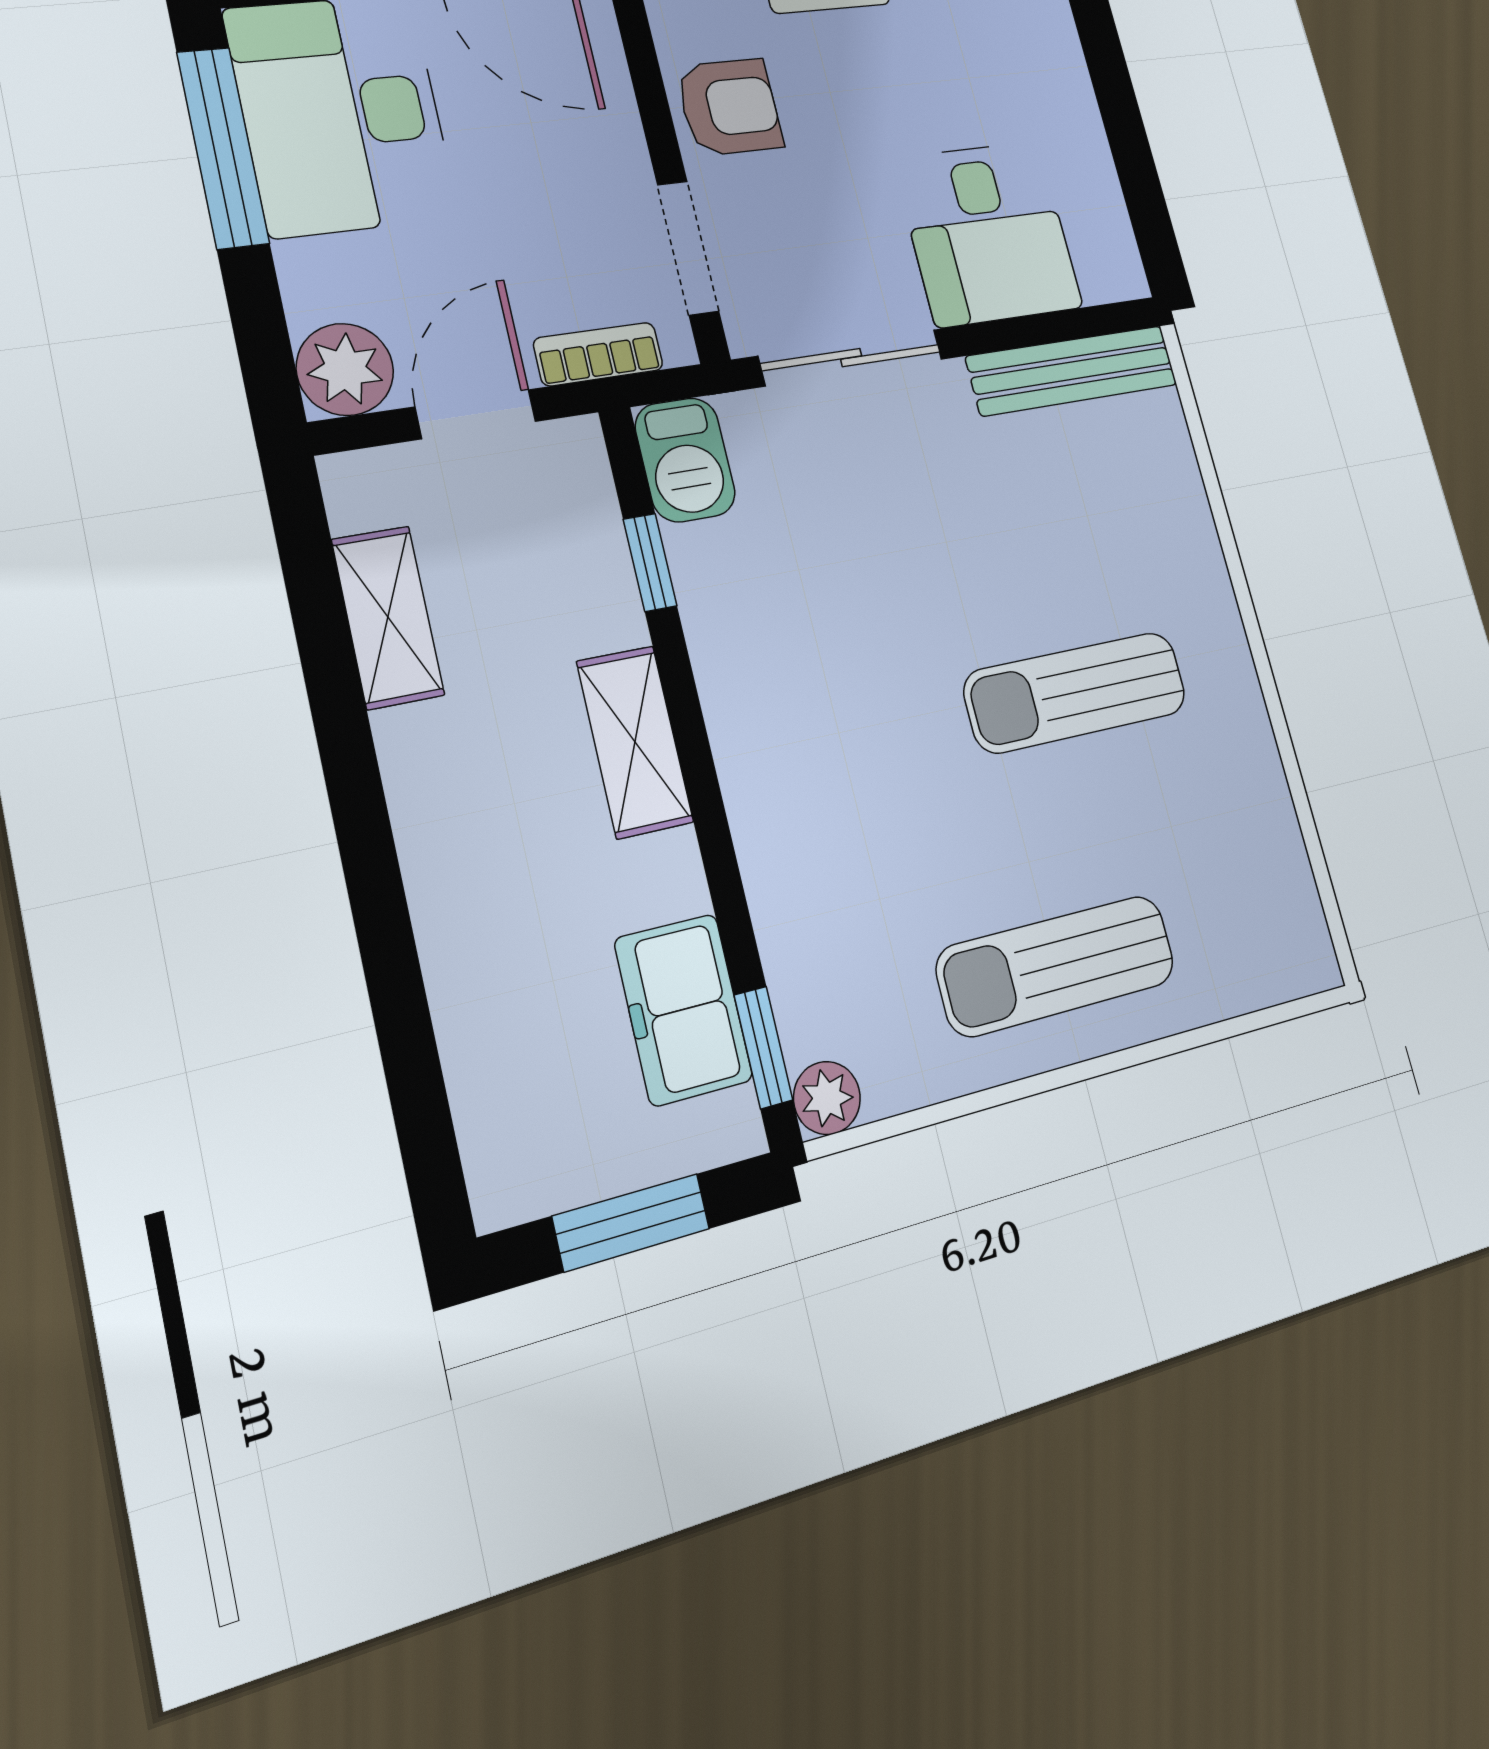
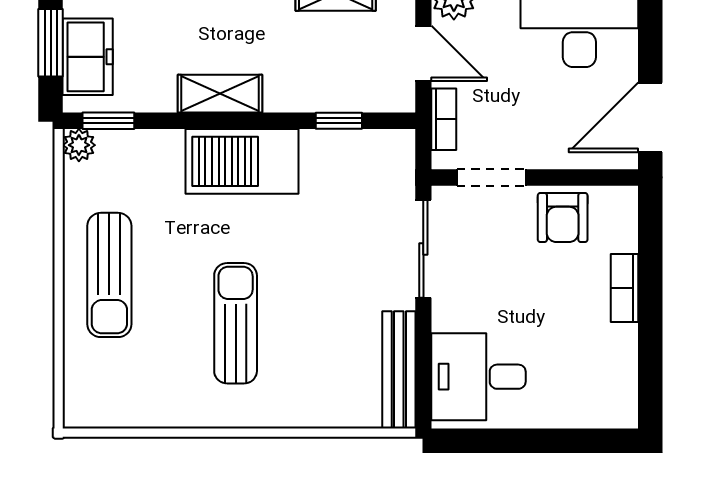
desk: (988, 233) -> (479, 377), moved
barbecue: (685, 460) -> (242, 161), moved, width x1.88, depth x1.53
shelving: (635, 742) -> (220, 94), moved
sun lounger: (1056, 966) -> (109, 275), turned 180
freezer: (683, 1009) -> (88, 57), moved, turned 90

